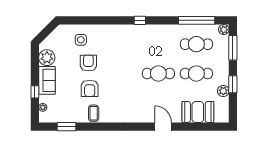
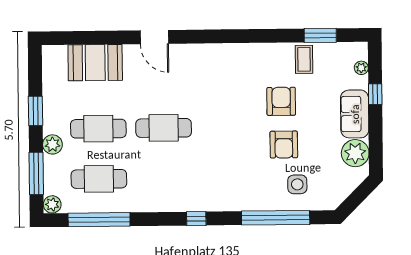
window: (94, 20) -> (276, 218), added
plant: (223, 91) -> (52, 144), moved
coffee table: (94, 113) -> (304, 59), moved

